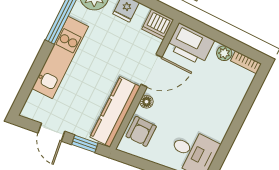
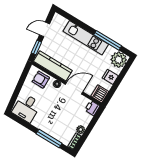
printer: (190, 44) -> (92, 108), width x0.53, depth x0.68
door: (152, 71) -> (74, 88), swing flipped
window: (245, 108) -> (49, 138), added

